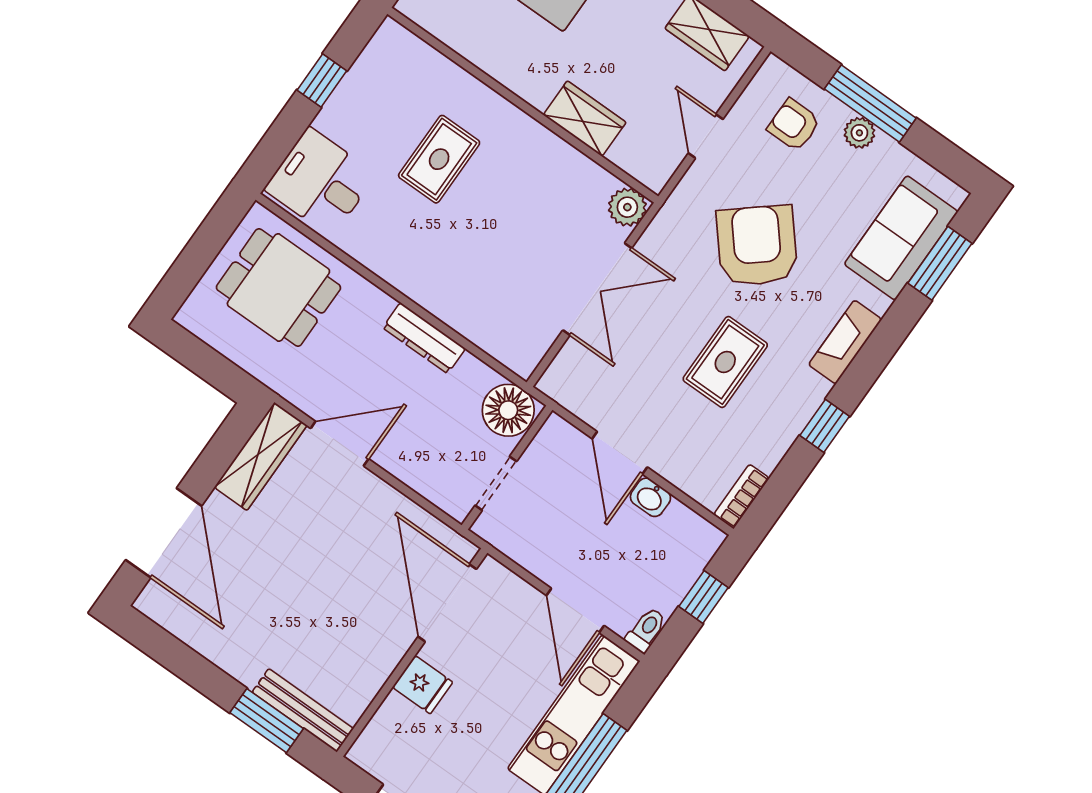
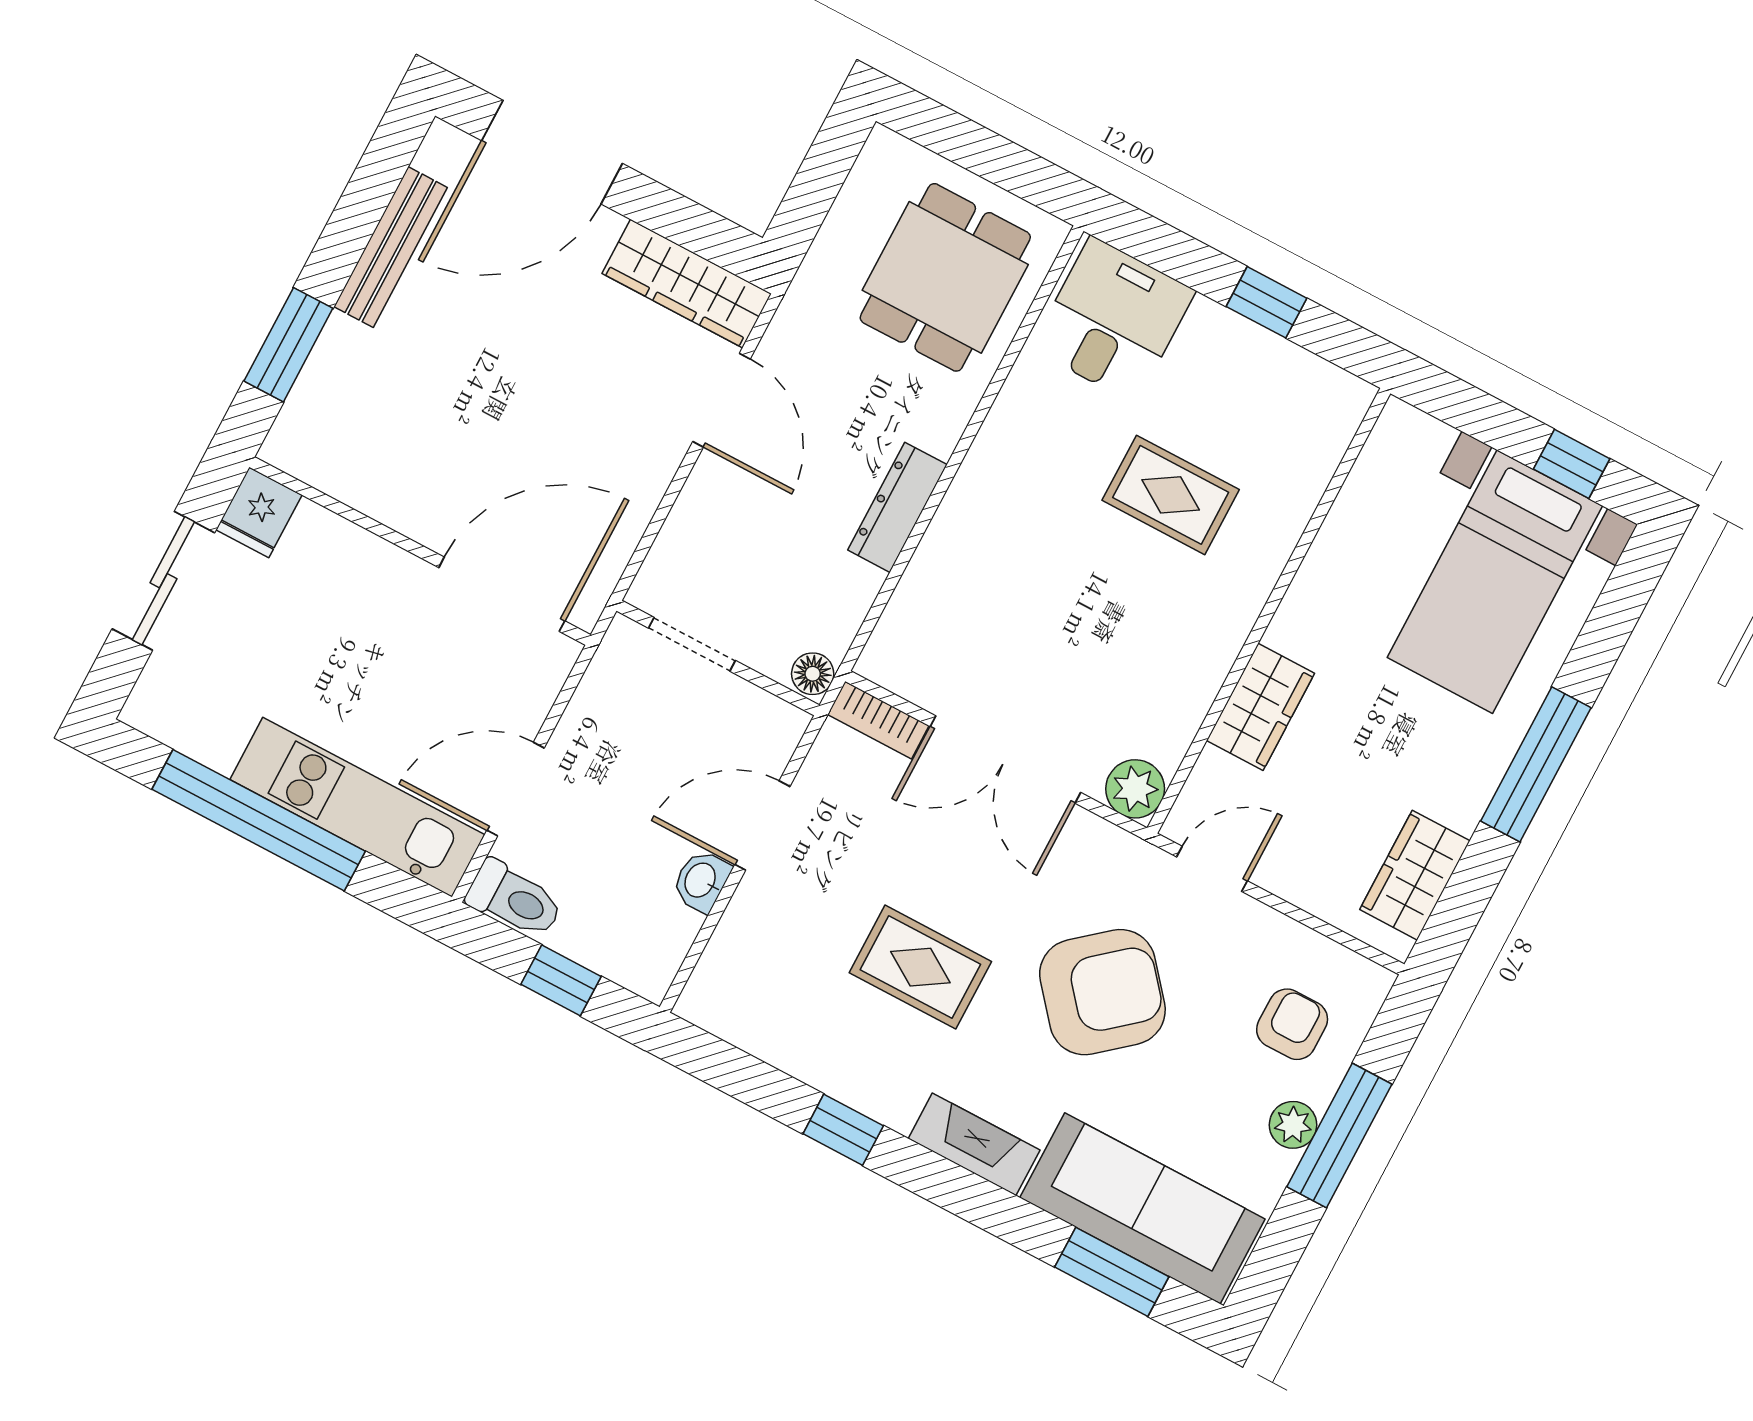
door: (706, 136) -> (1212, 869), moved
sofa: (901, 238) -> (1142, 1208), width x1.36
floor lamp: (508, 410) -> (813, 674), width x0.53, depth x0.53
bookcase: (741, 496) -> (878, 720), moved, turned 180
toilet: (646, 630) -> (515, 899), width x1.37, depth x1.39
fridge: (423, 685) -> (259, 512), moved
bench: (303, 710) -> (391, 247), moved

